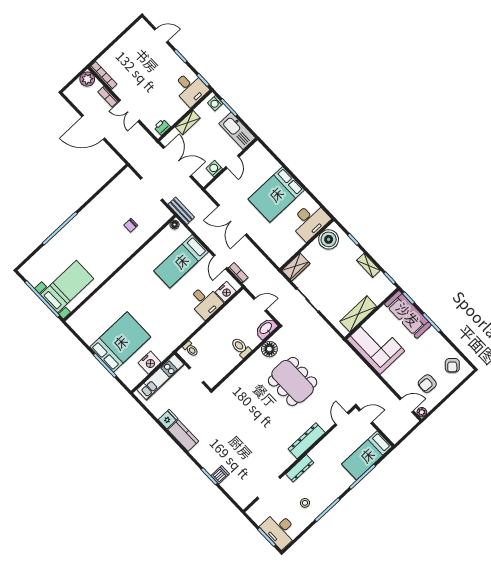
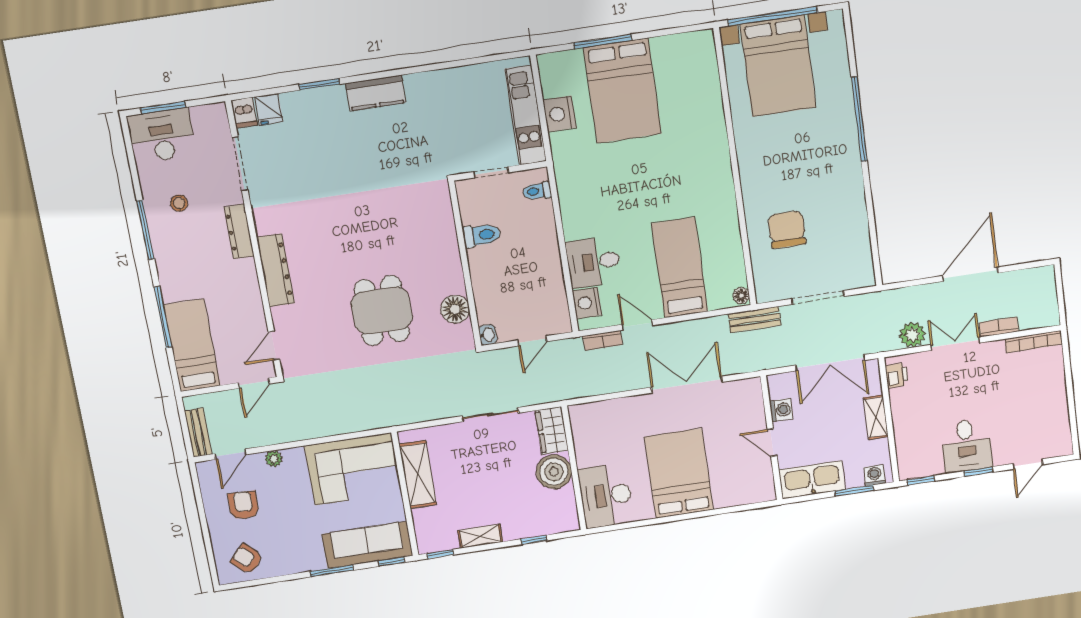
plant: (87, 79) -> (912, 335), moved
desk: (190, 88) -> (966, 446), moved, turned -90
chair: (131, 225) -> (787, 230), width x1.87, depth x1.87
boiler: (329, 239) -> (554, 472), moved
bed with nightstands: (67, 287) -> (778, 66), width x1.36
washbasin: (266, 328) -> (488, 335), width x0.52, depth x0.69
toilet: (241, 347) -> (482, 235), moved
dining table: (293, 381) -> (382, 311), width x0.73
plant: (422, 412) -> (274, 459), moved
fridge: (168, 419) -> (269, 109), moved
door: (342, 419) -> (274, 346), swing flipped
bench: (406, 426) -> (198, 433), added
kitchen counter: (183, 435) -> (376, 93), moved
dishwasher: (220, 475) -> (244, 113), moved

